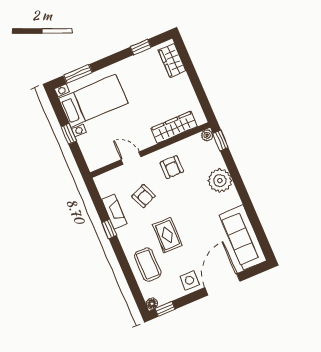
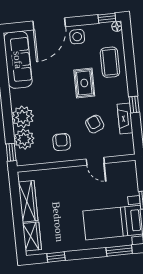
wardrobe: (174, 127) -> (28, 201), moved, turned -90
plant: (207, 135) -> (24, 139), moved, width x1.88, depth x1.88

